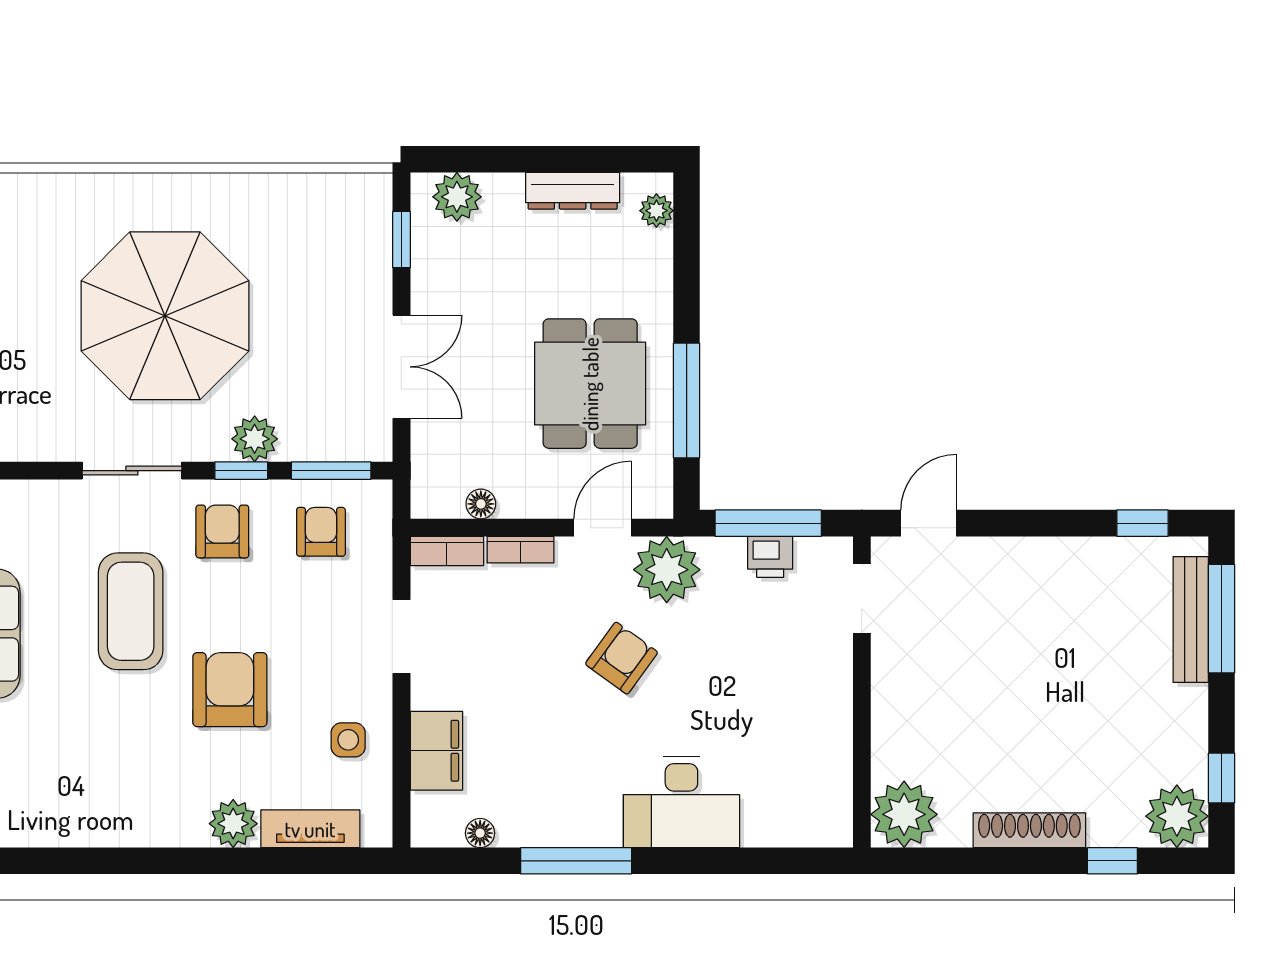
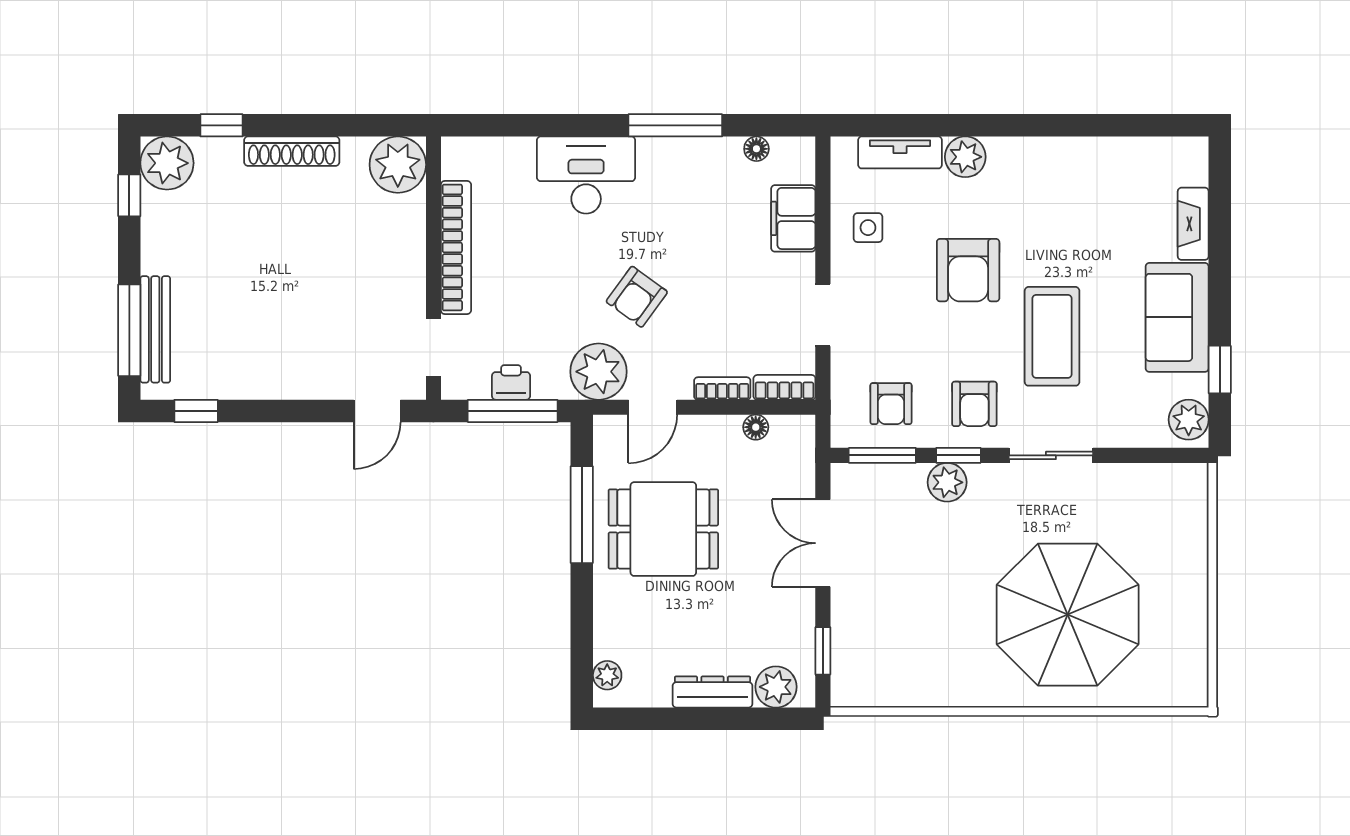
dresser: (573, 191) -> (712, 692), moved
parasol: (165, 316) -> (1068, 615), moved
dining table: (590, 384) -> (663, 529), turned 90
bookcase: (835, 716) -> (456, 247), added

